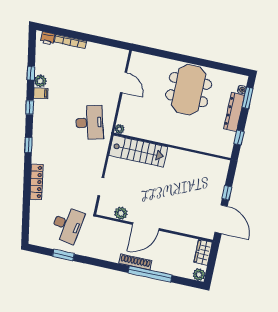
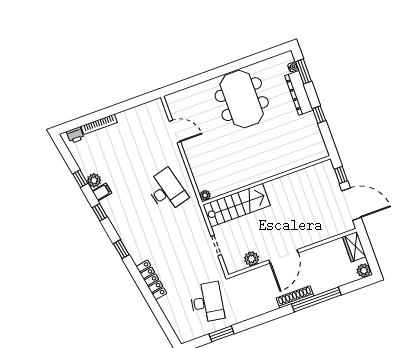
plant: (119, 129) -> (205, 195), moved
wall: (172, 146) -> (266, 180), moved
stairs: (138, 151) -> (237, 205), moved

